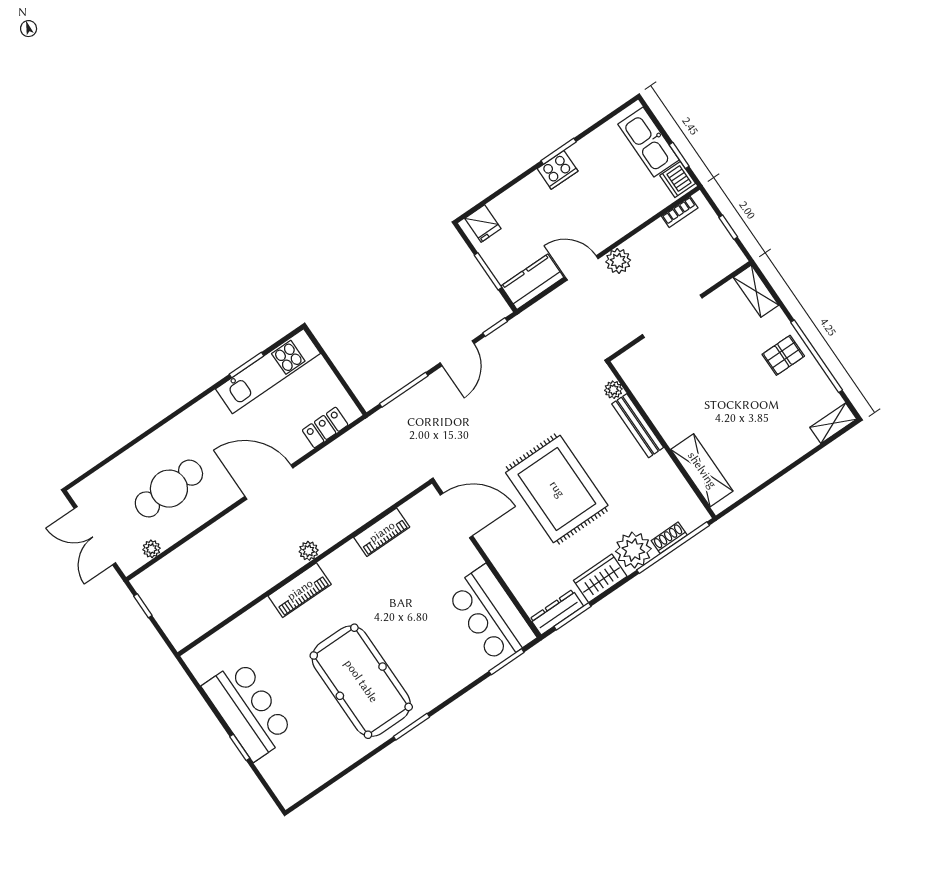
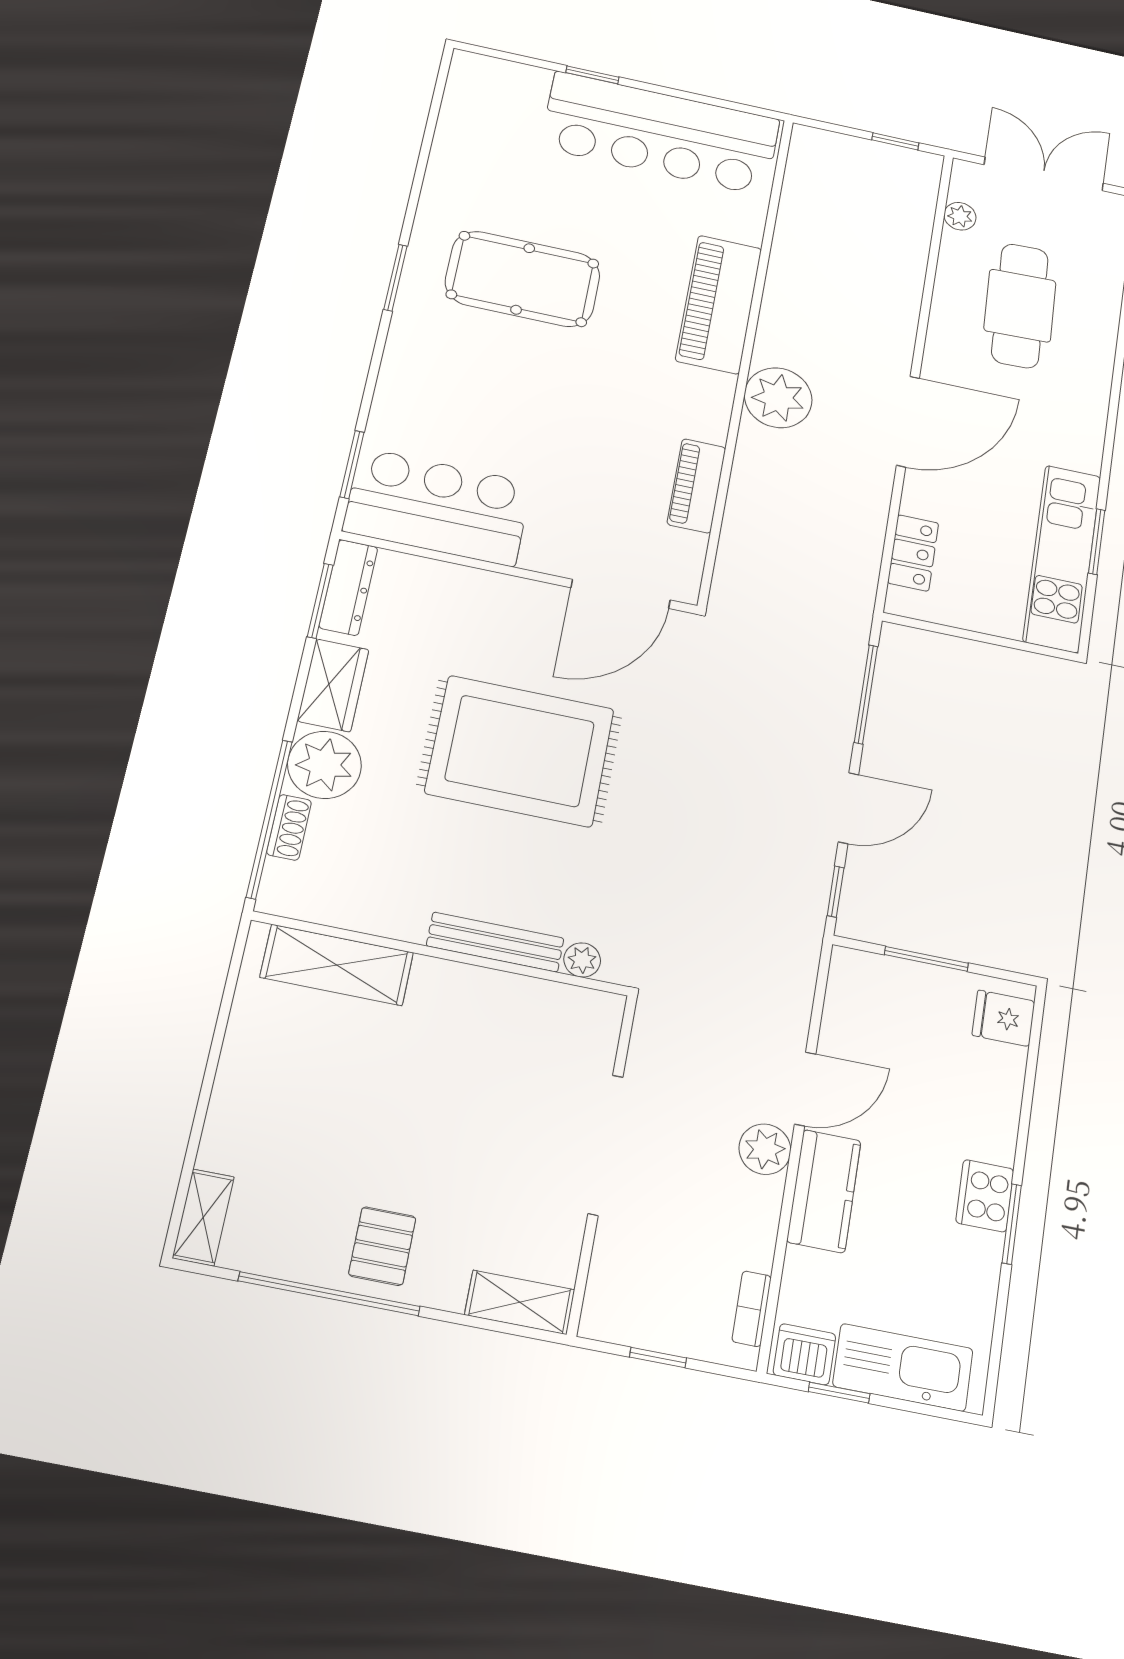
kitchen counter: (532, 282) -> (824, 1191), moved
door: (457, 353) -> (848, 808), swing flipped
plant: (309, 551) -> (778, 398), width x1.88, depth x1.88
piano: (300, 590) -> (719, 304), width x1.37, depth x1.33
pool table: (361, 681) -> (523, 279), width x0.73, depth x0.76
bar counter: (248, 710) -> (660, 133), width x1.36

